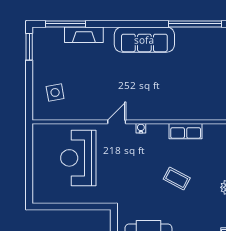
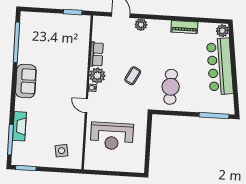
sofa: (144, 40) -> (26, 81), width x0.73
plant: (157, 134) -> (97, 76), added
coffee table: (177, 179) -> (133, 76), moved

